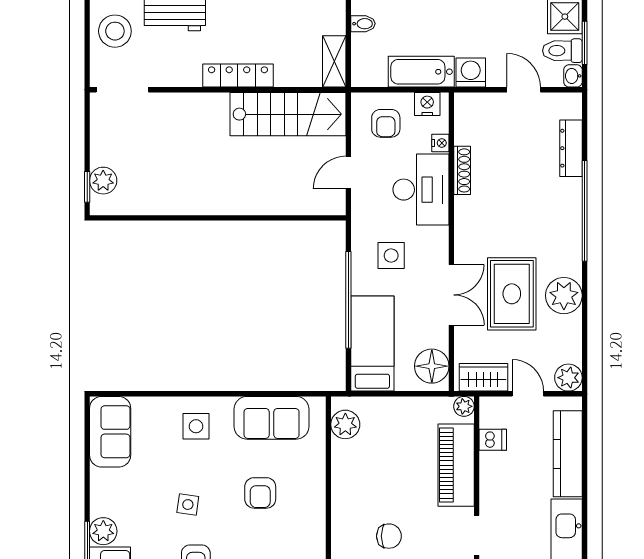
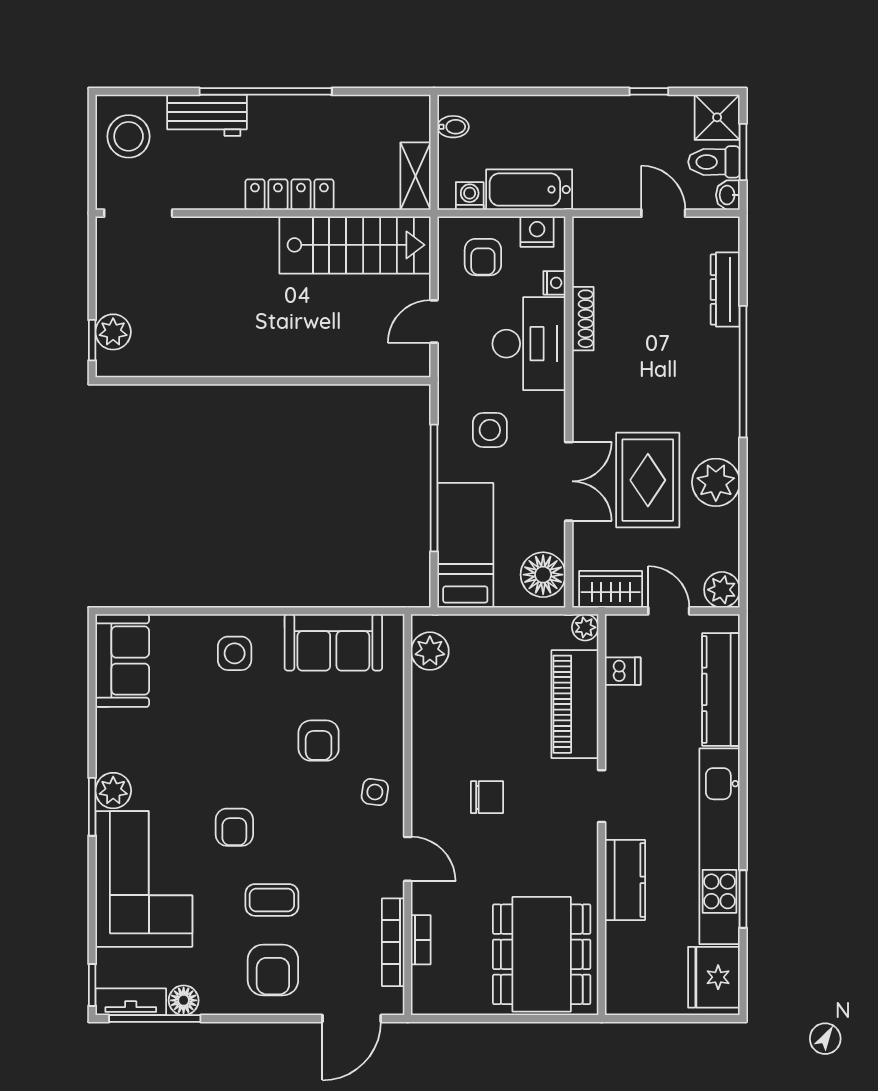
washing machine: (471, 73) -> (470, 196), moved, width x0.73, depth x0.73
side table: (188, 505) -> (375, 792), moved

